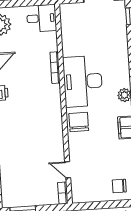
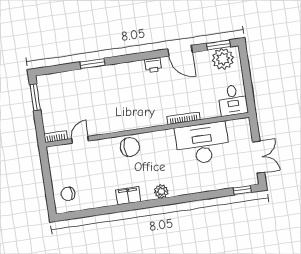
desk: (83, 81) -> (202, 143), moved
chair: (119, 186) -> (68, 194), turned -90

